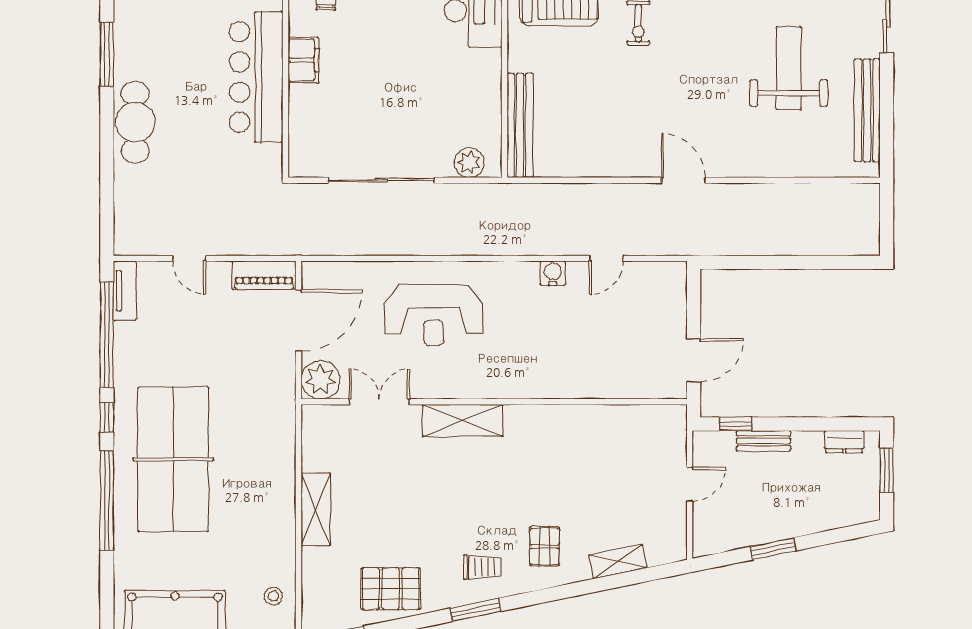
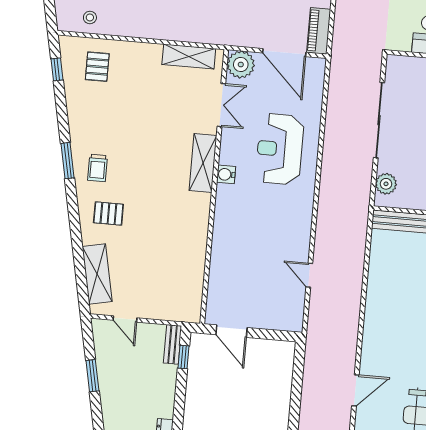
door: (683, 180) -> (355, 390), moved
water cooler: (553, 273) -> (226, 174), moved, turned 180
bench: (764, 441) -> (173, 344), moved
door: (690, 484) -> (125, 319), moved
shelving: (316, 509) -> (189, 57), moved
shelving: (618, 561) -> (97, 274), width x1.50, depth x1.33
pallet: (391, 589) -> (97, 67), moved, width x0.67, depth x0.71

